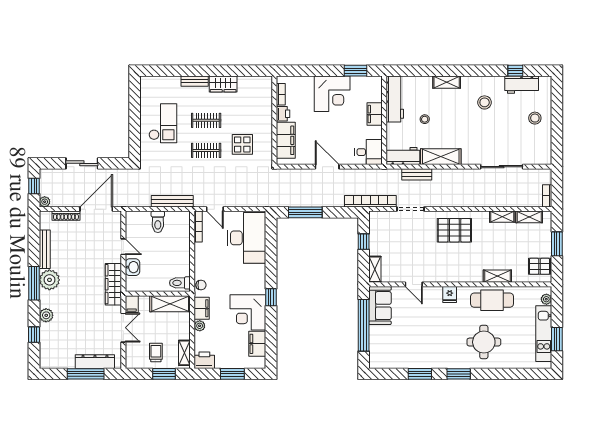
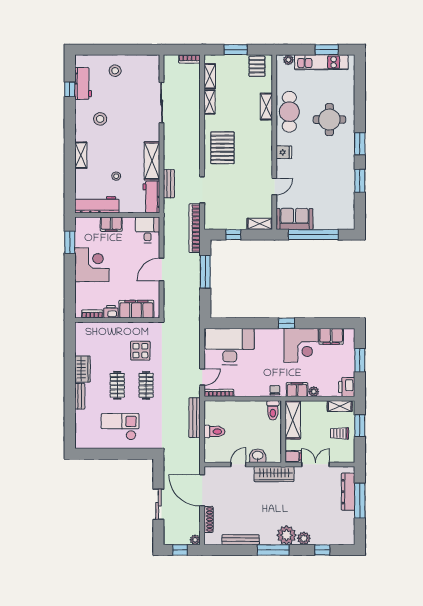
window: (305, 212) -> (205, 272), moved
plant: (49, 280) -> (286, 535), moved

